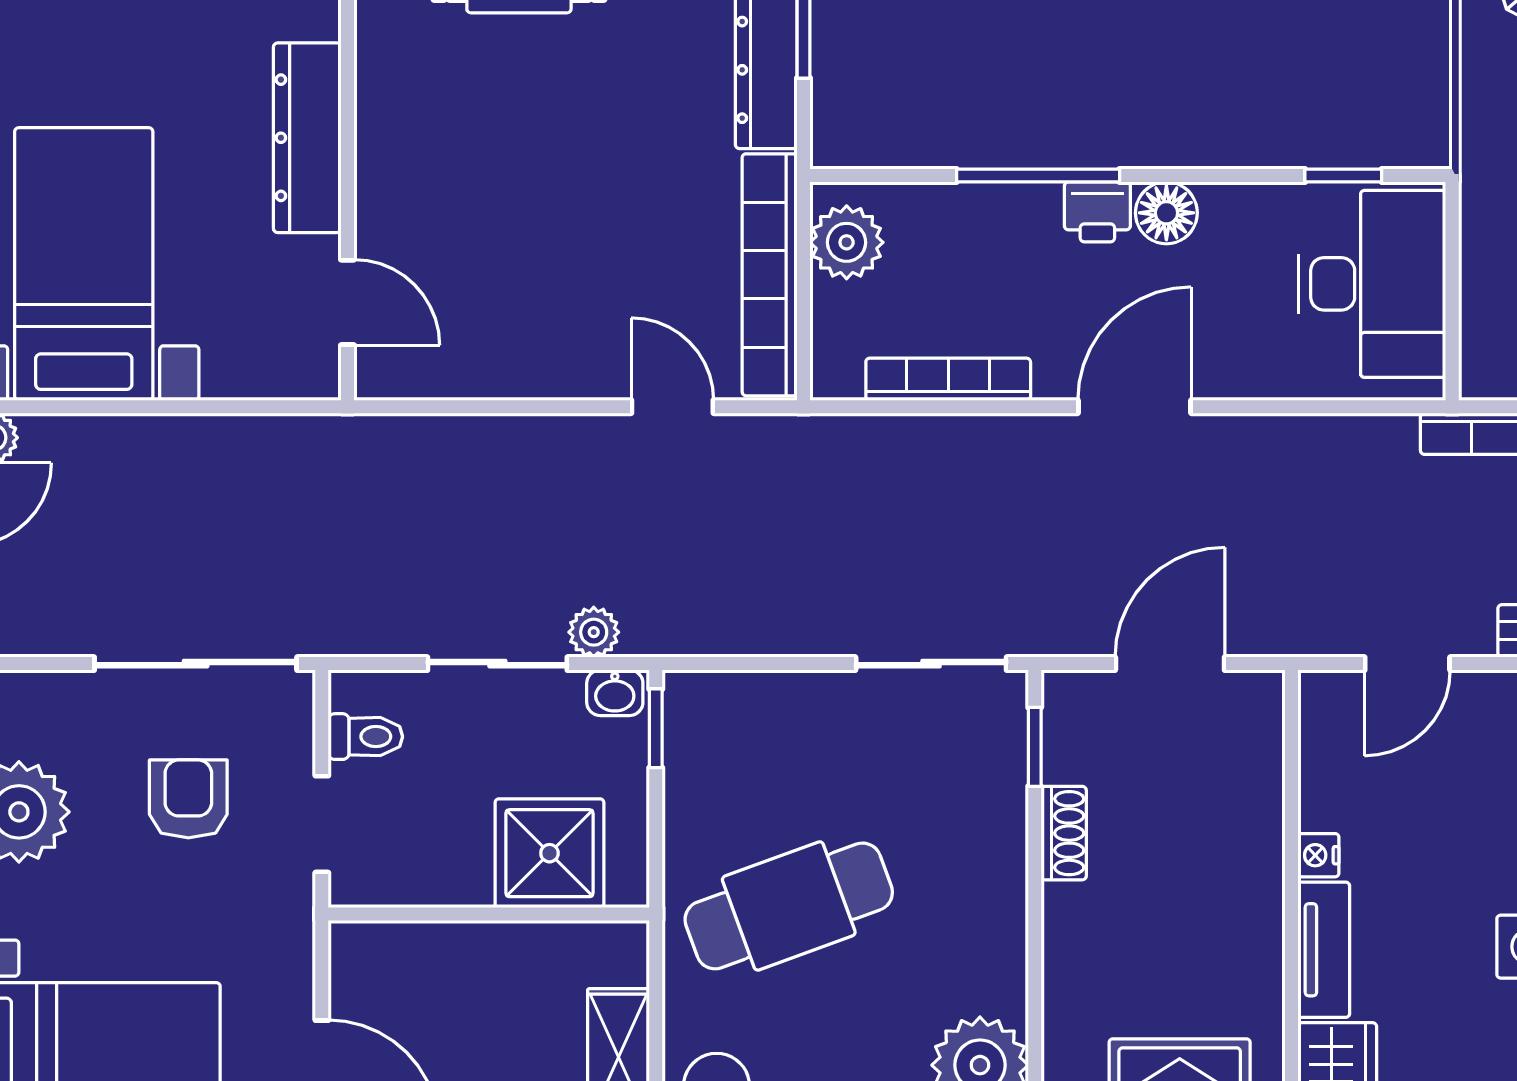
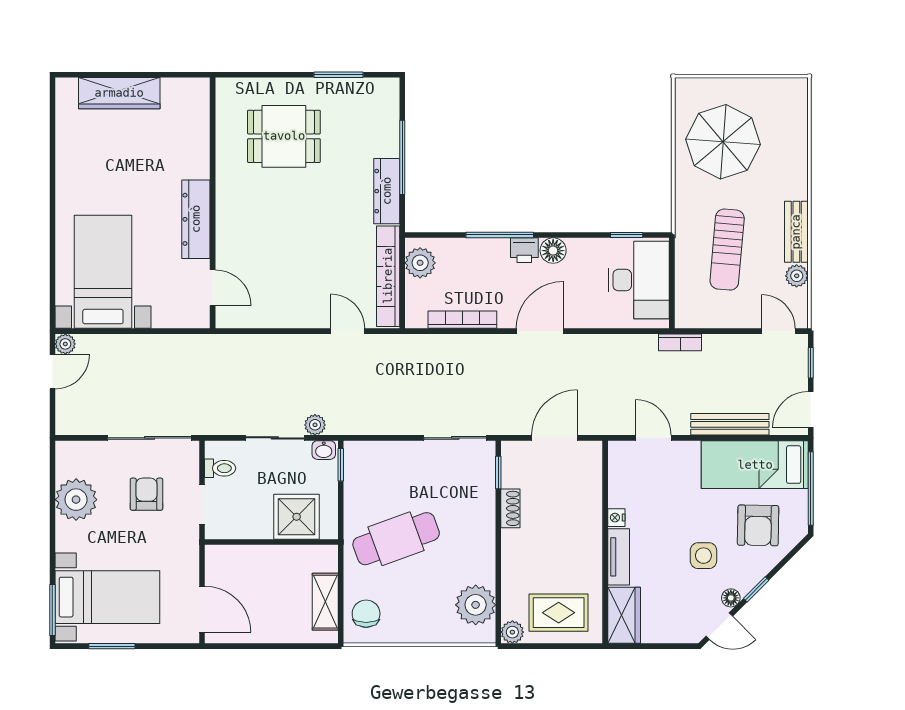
door: (1407, 664) -> (653, 438), swing flipped

